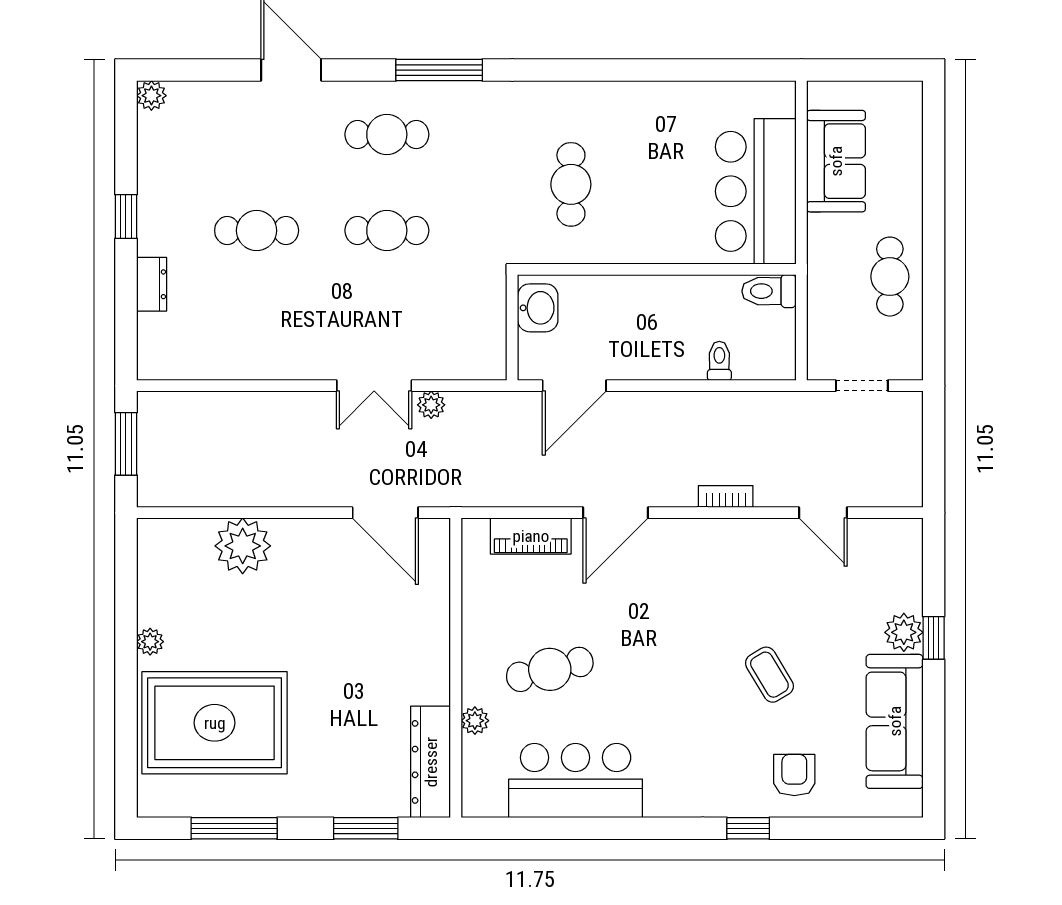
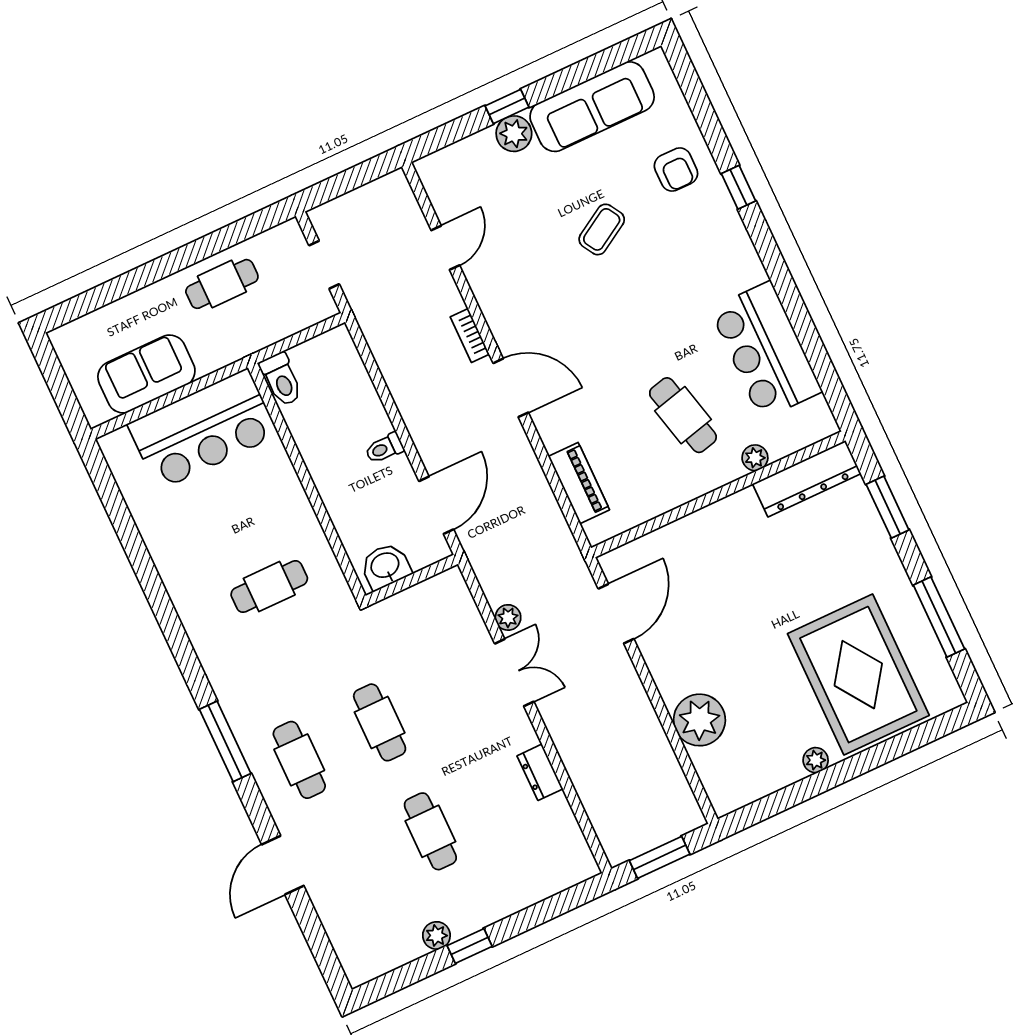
plant: (151, 96) -> (436, 935), moved
dresser: (152, 284) -> (540, 772), moved, turned -90
toilet: (719, 361) -> (384, 448), moved
door: (574, 386) -> (436, 505), hinge flipped
door: (616, 513) -> (511, 388), moved
armchair: (794, 775) -> (676, 169), turned -90

